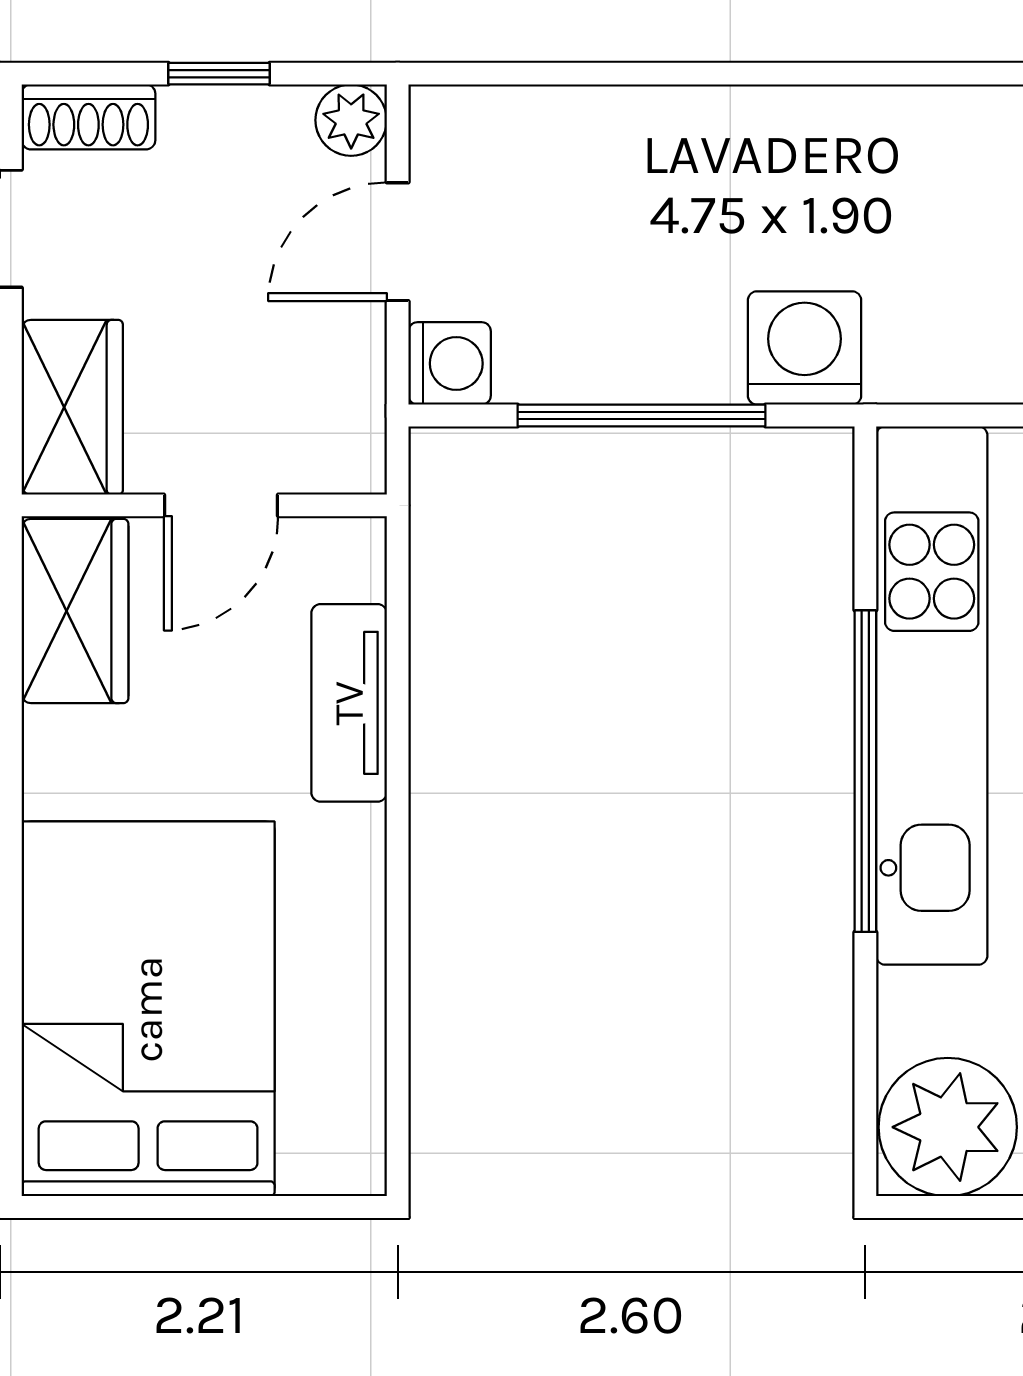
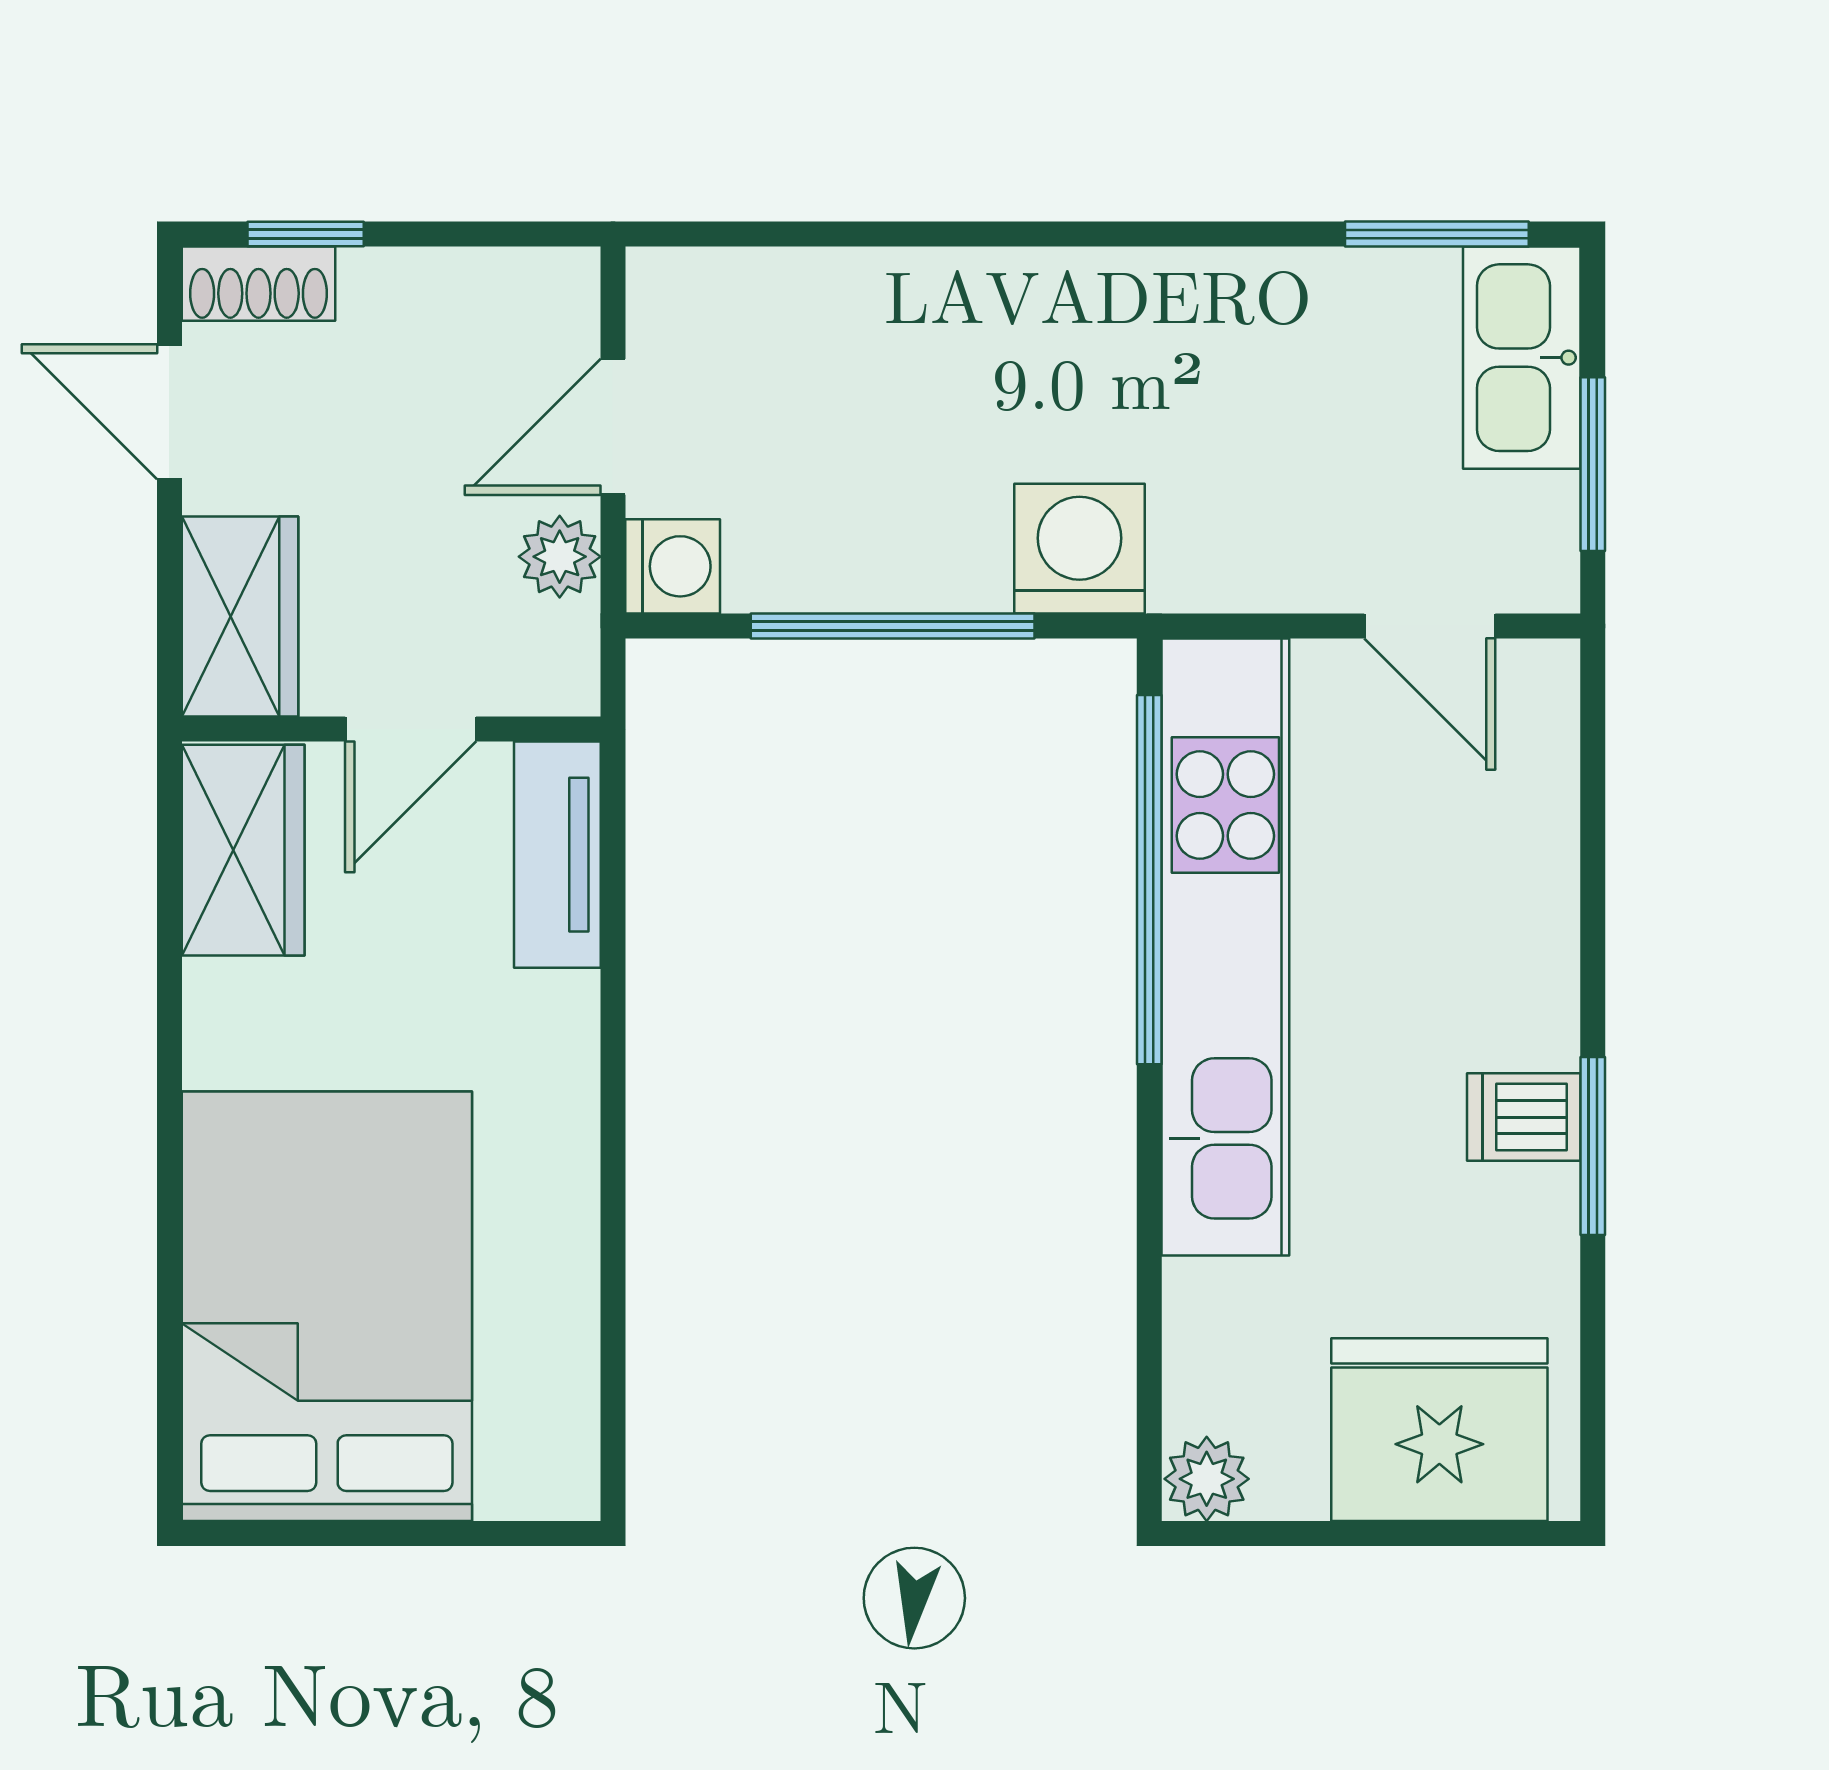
window: (219, 74) -> (306, 234), moved
plant: (351, 120) -> (560, 557), moved
tv unit: (349, 703) -> (557, 855), moved
window: (865, 771) -> (1149, 880), moved
plant: (948, 1127) -> (1207, 1479), width x0.53, depth x0.53

